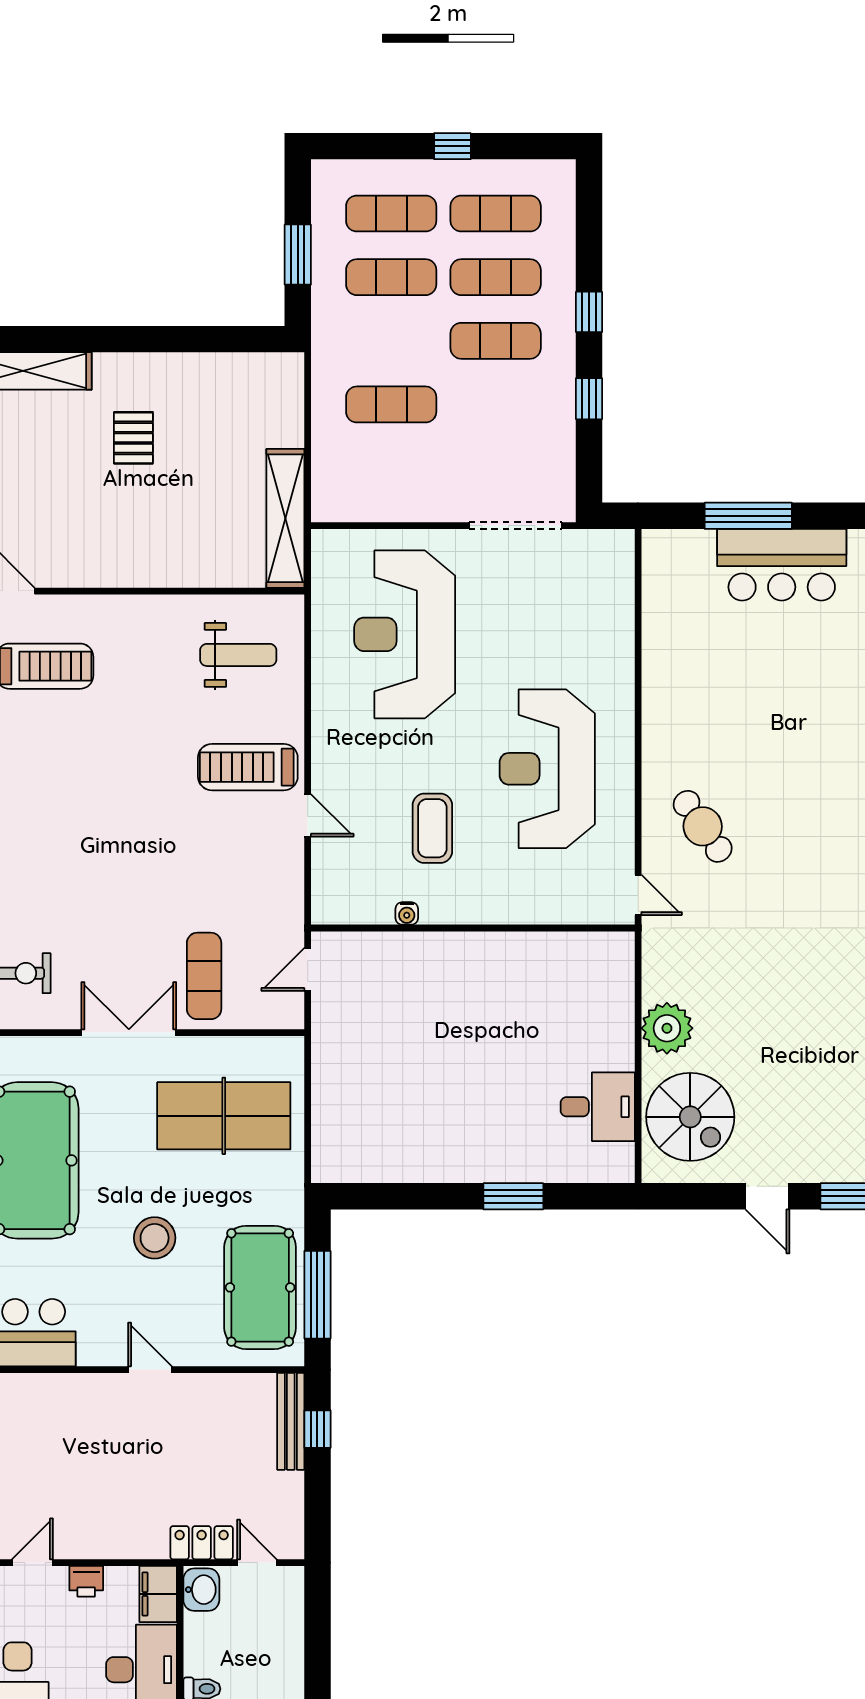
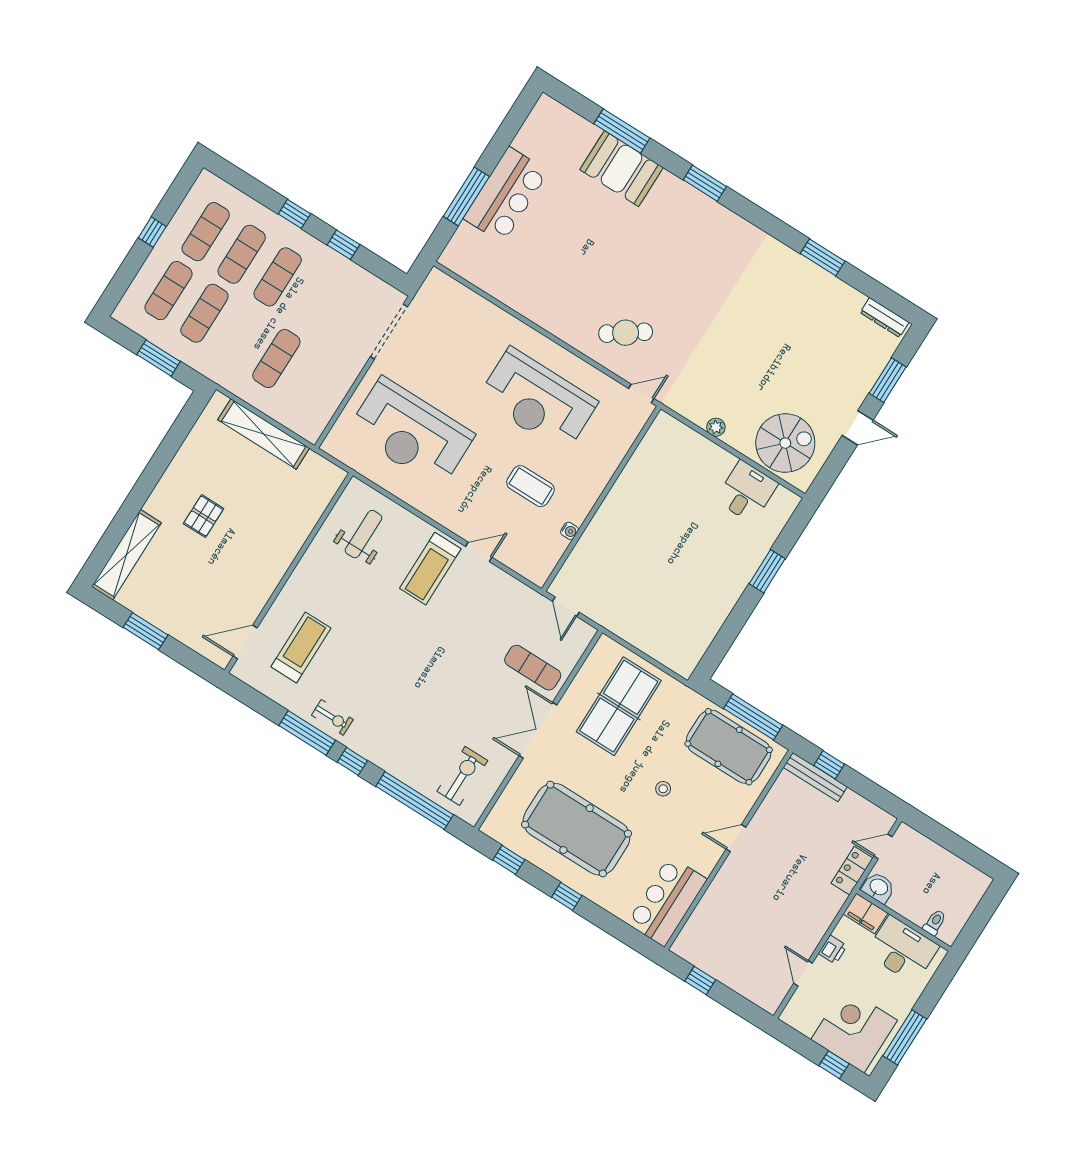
pallet: (133, 438) -> (204, 516), turned 90
shelving: (285, 518) -> (264, 434), moved
plant: (667, 1028) -> (716, 427), width x0.53, depth x0.53
stool: (155, 1238) -> (663, 789), width x0.53, depth x0.53

